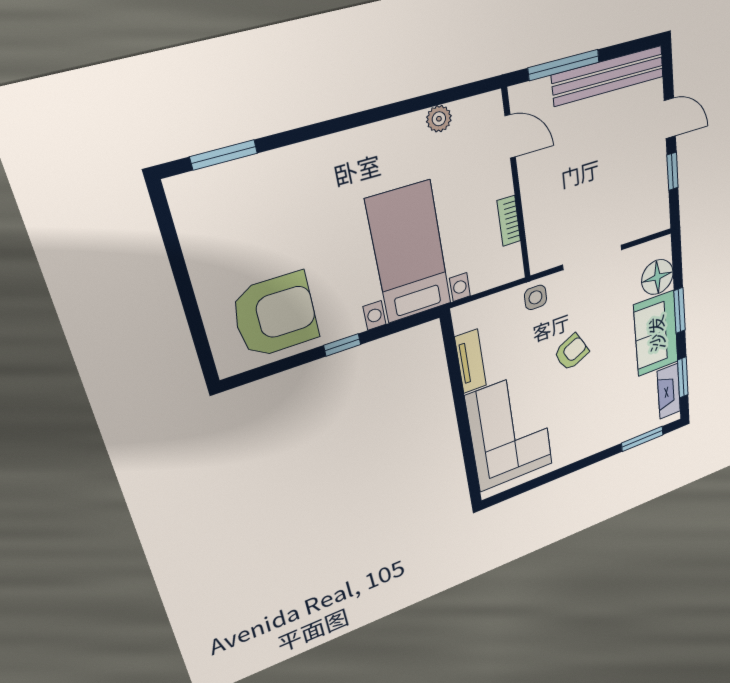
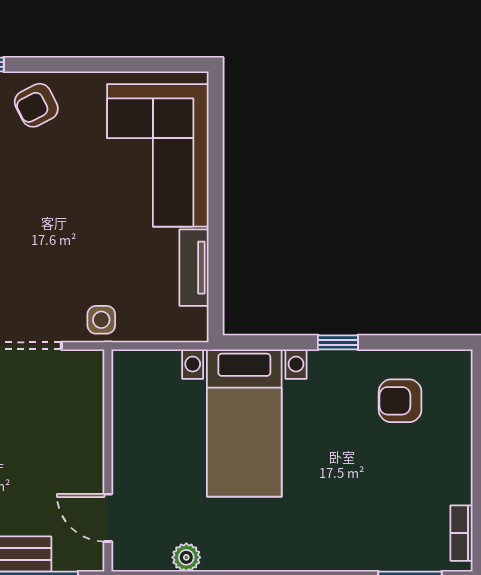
bookcase: (509, 221) -> (462, 533), moved, turned 180
armchair: (275, 315) -> (400, 401), width x0.53, depth x0.53
armchair: (572, 352) -> (36, 105), moved

